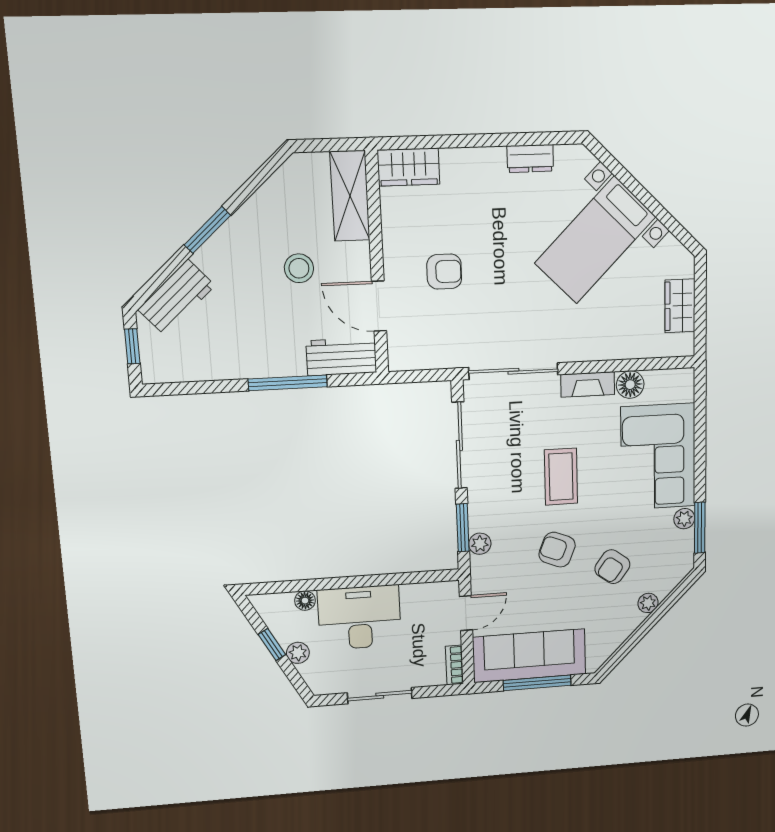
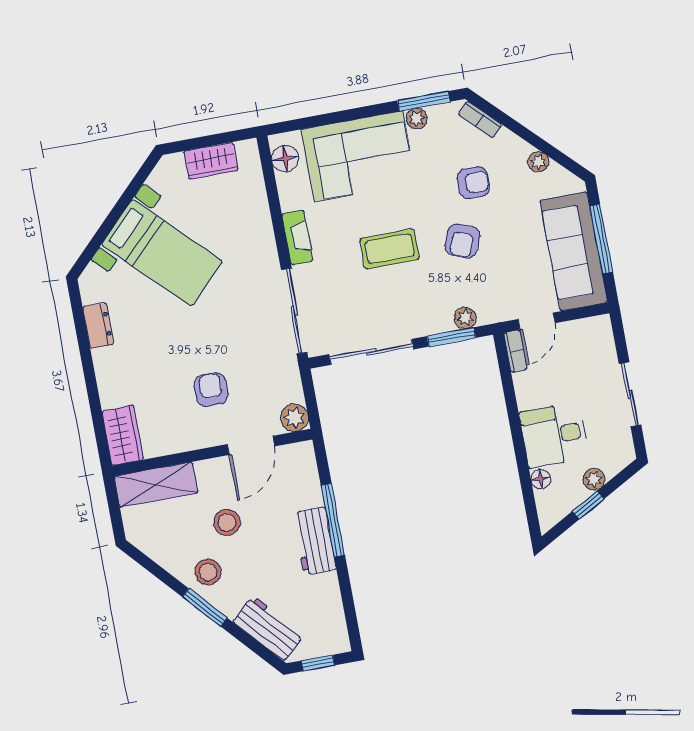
stool: (246, 239) -> (208, 572), added
plant: (402, 356) -> (294, 418), added
workbench: (341, 357) -> (315, 541), moved
floor lamp: (630, 385) -> (285, 159), moved
armchair: (612, 567) -> (473, 183), turned -36
bookcase: (672, 580) -> (480, 120), added
plant: (648, 603) -> (538, 162), moved
door: (466, 613) -> (537, 321), swing flipped
desk: (359, 618) -> (554, 435), width x0.73
bookcase: (454, 665) -> (515, 351), moved, turned -90

